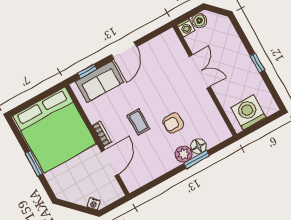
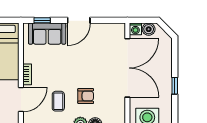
double door: (200, 71) -> (127, 68), width x1.87
coffee table: (138, 122) -> (58, 101), moved
armchair: (173, 123) -> (86, 96), turned 180

